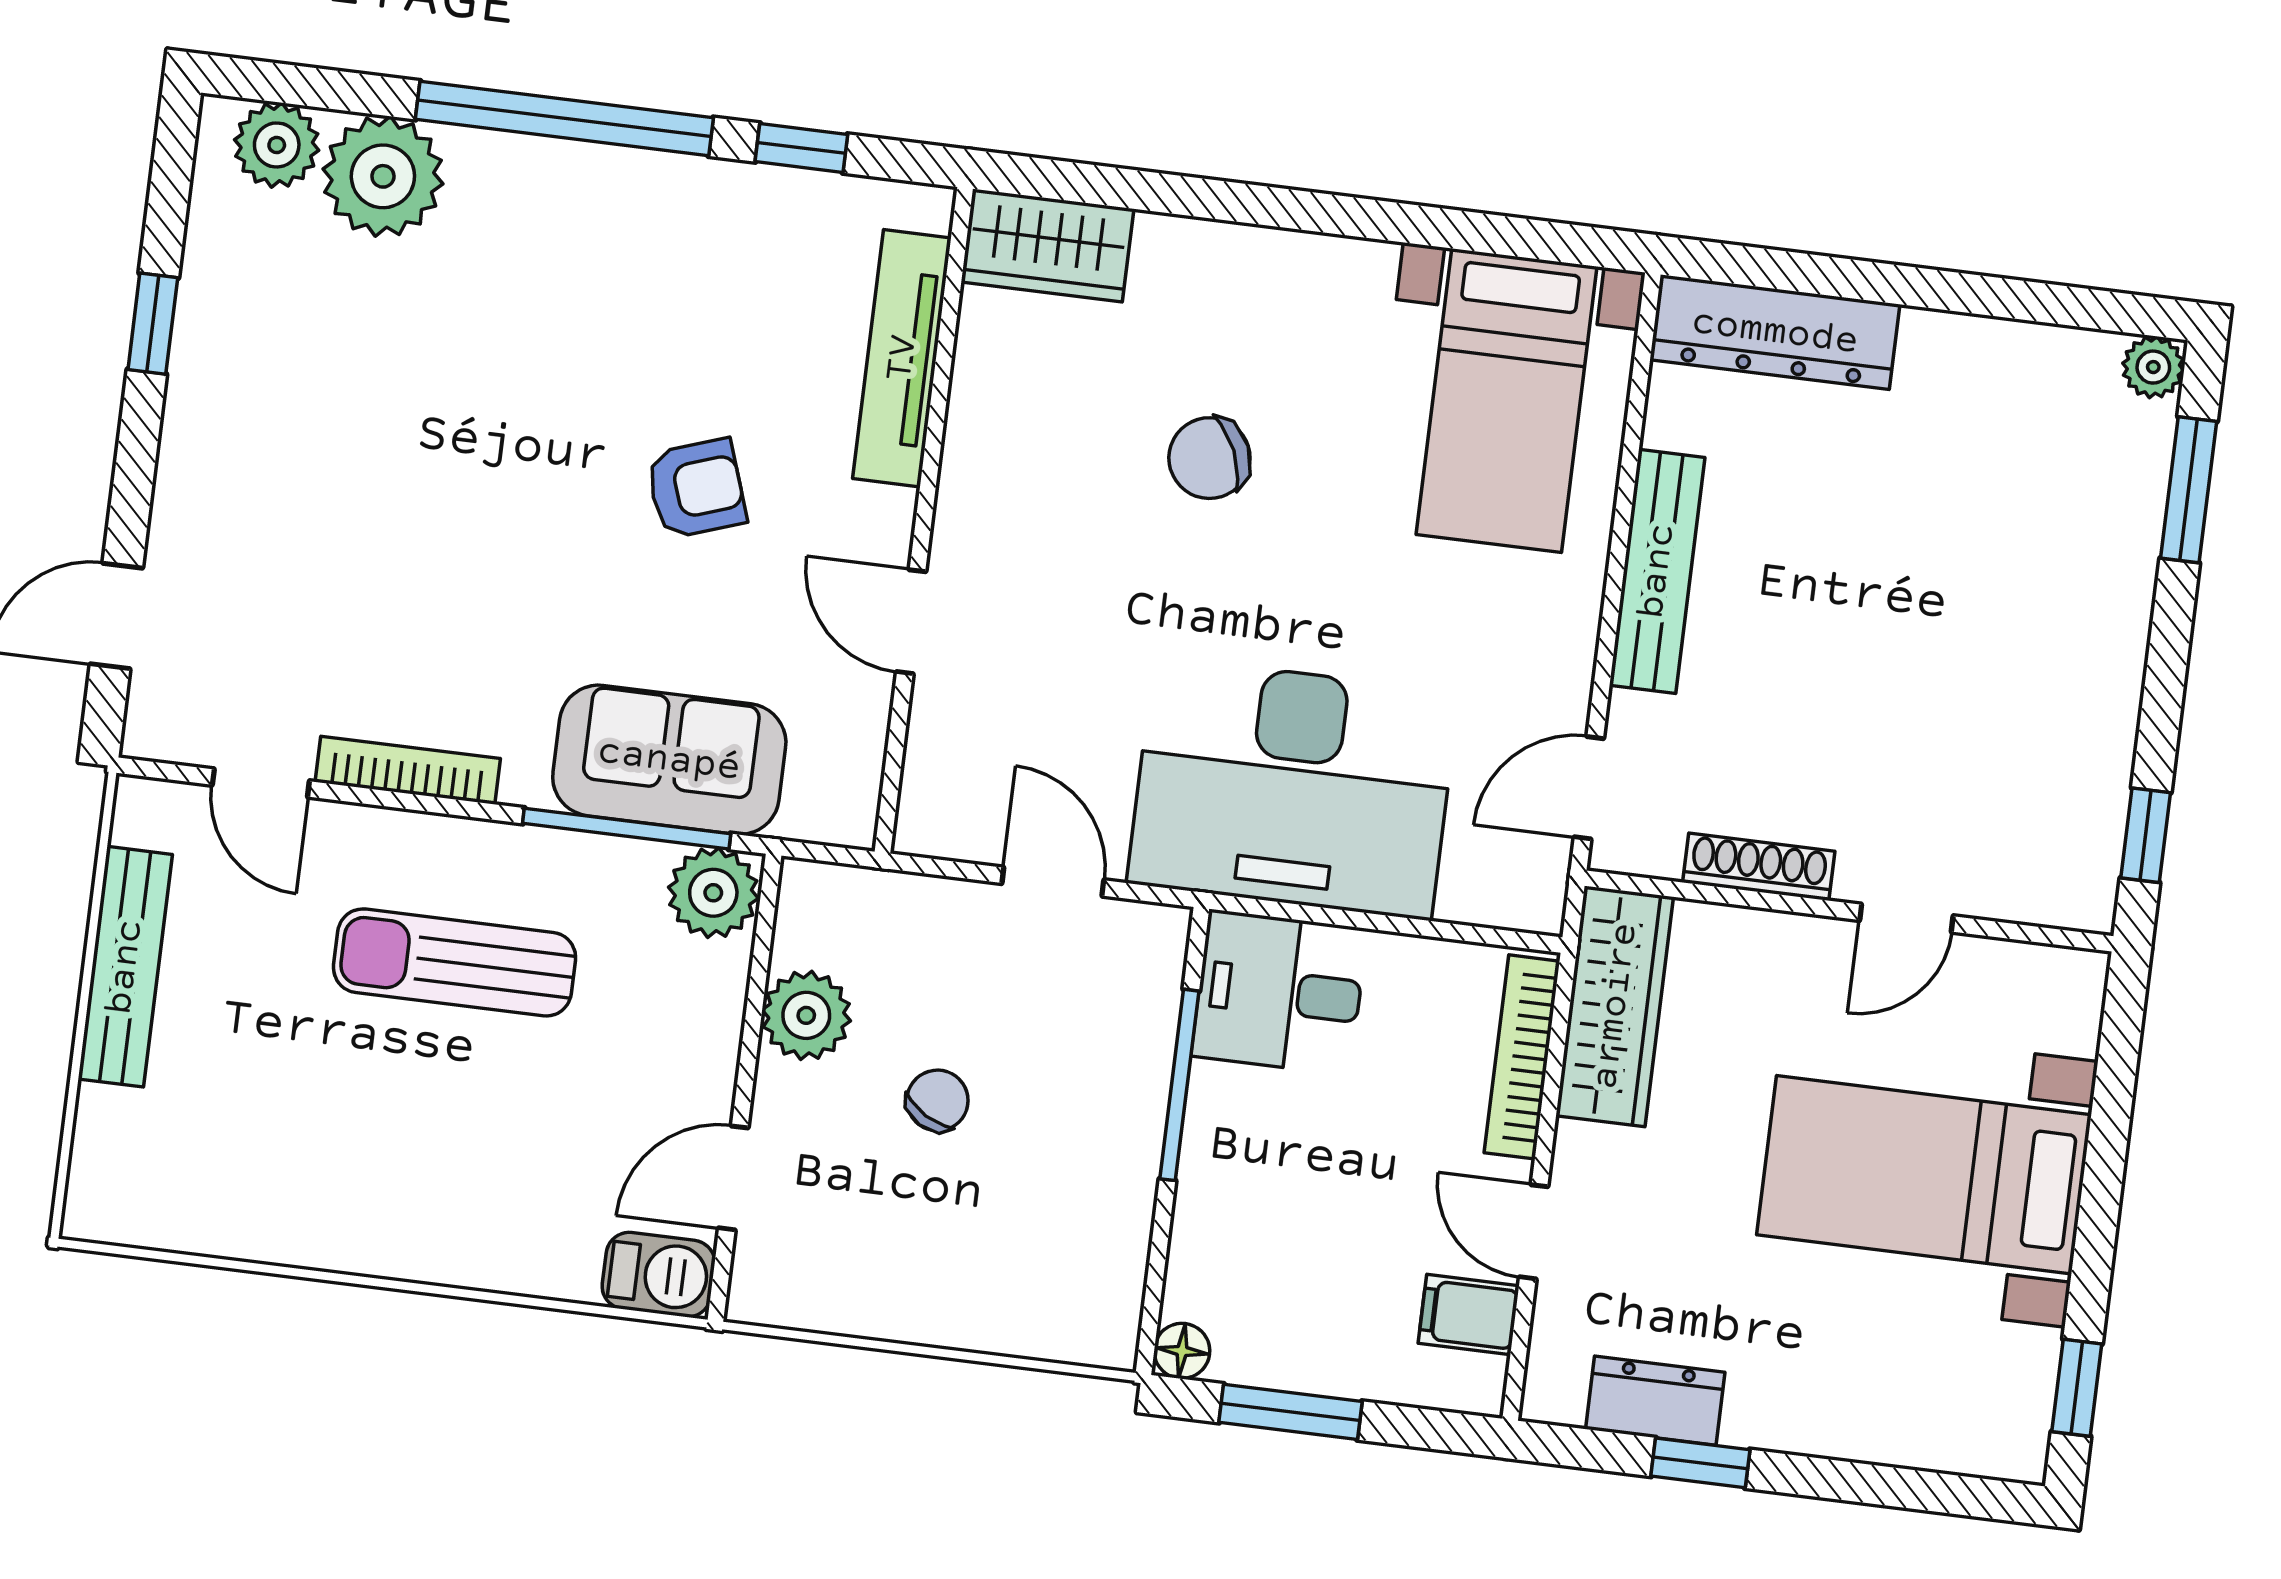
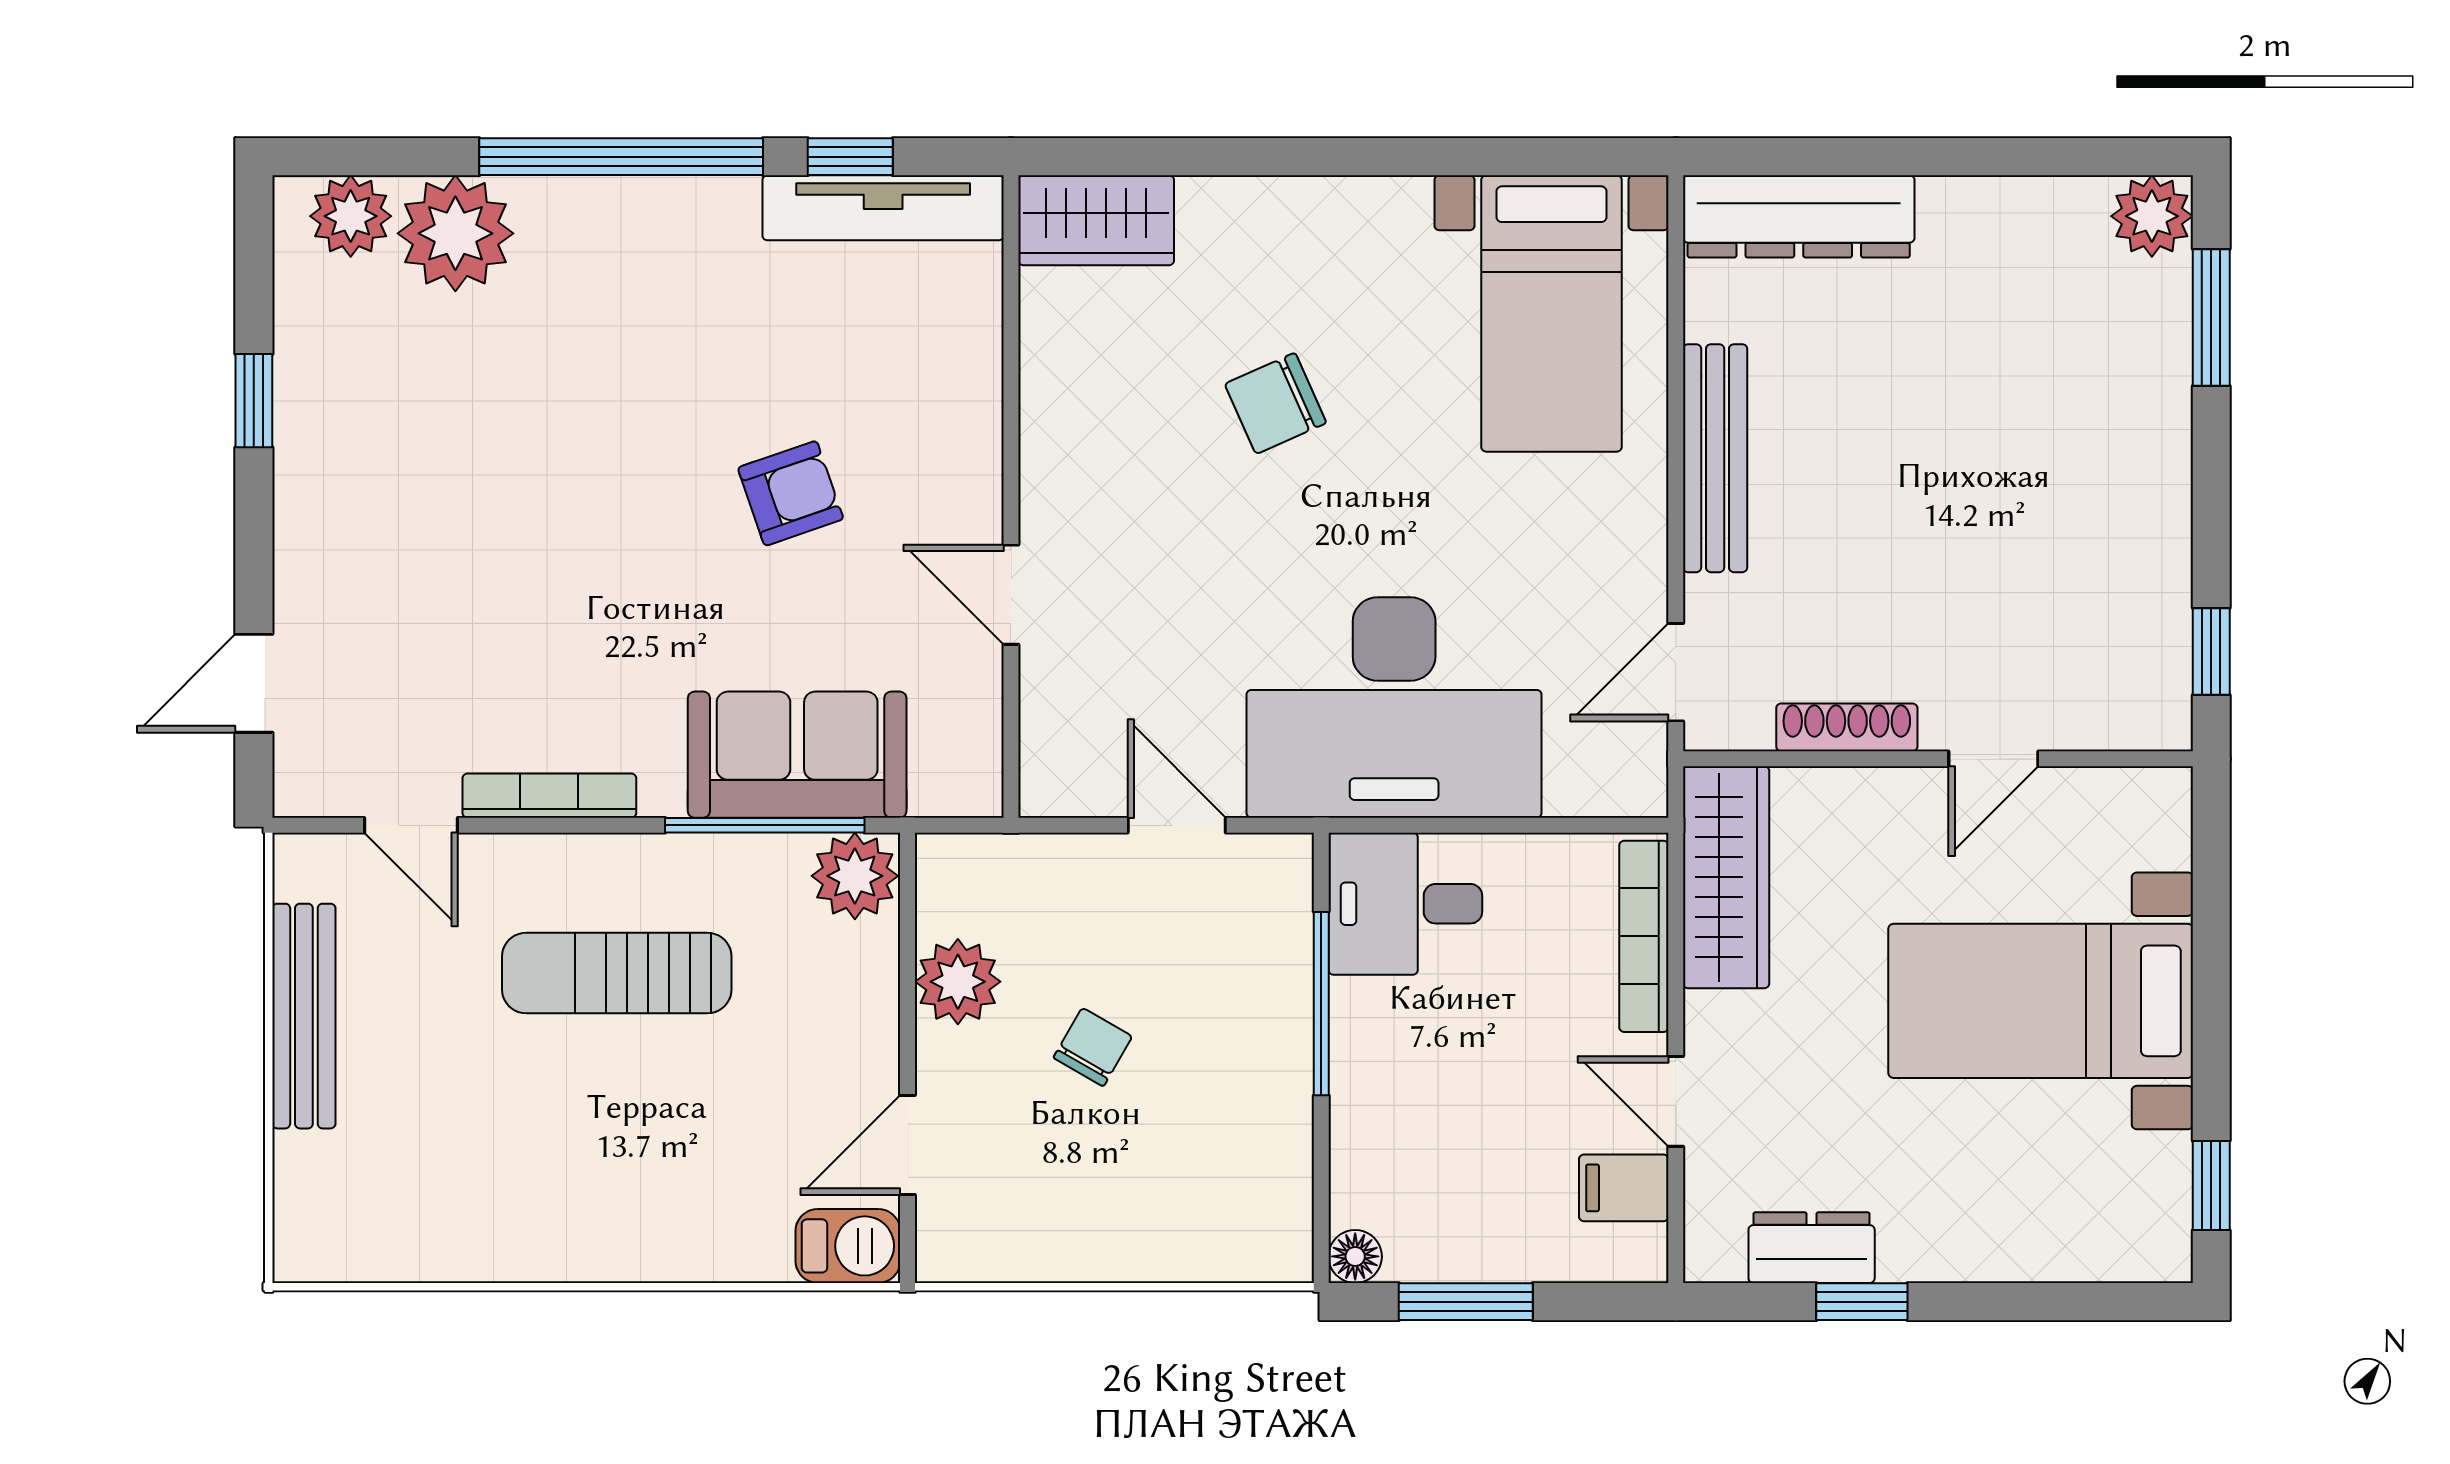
tv unit: (902, 358) -> (883, 208), moved, turned -90
plant: (2153, 367) -> (2152, 216), width x1.38, depth x1.38

